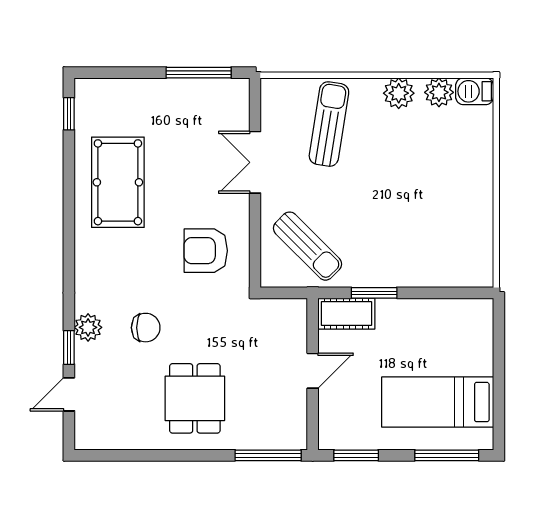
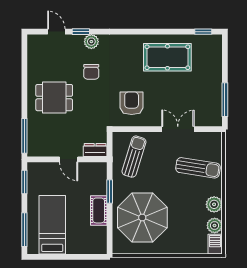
parasol: (424, 230) -> (142, 218), added
sun lounger: (308, 246) -> (134, 157), turned 152
cot: (346, 314) -> (99, 210), moved
dresser: (295, 320) -> (95, 150), added

